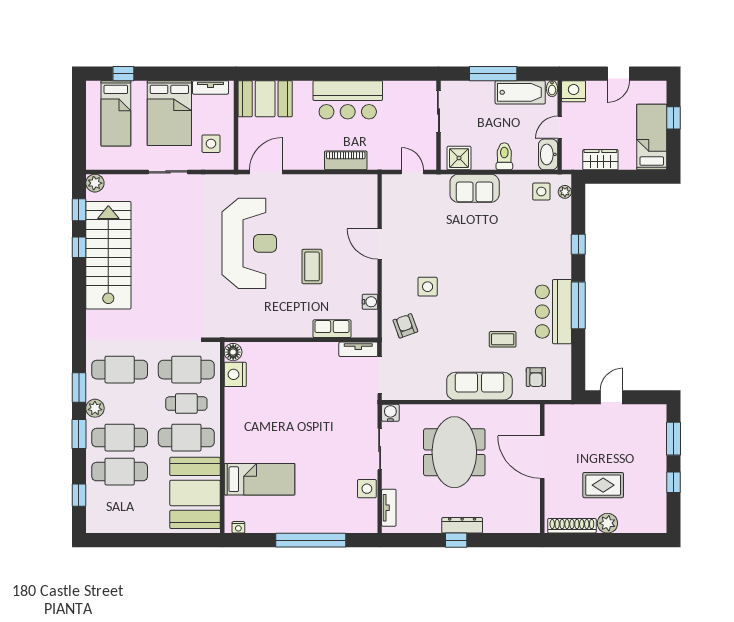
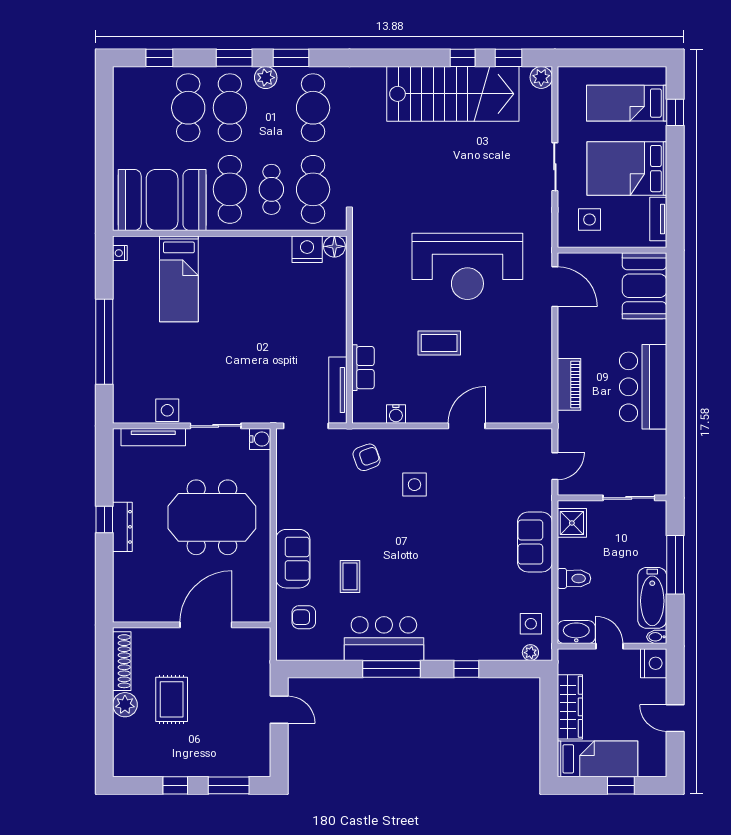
wardrobe: (600, 160) -> (570, 707), width x1.50
tv unit: (358, 349) -> (338, 390), width x1.41
sofa: (480, 386) -> (293, 559), width x0.73
tv unit: (389, 508) -> (153, 437), width x1.41

